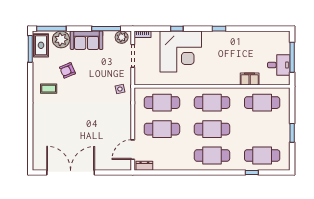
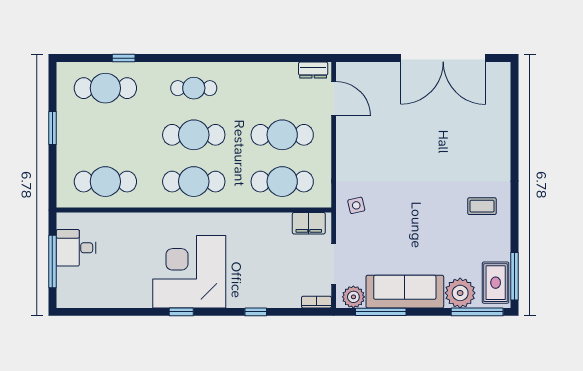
sofa: (87, 40) -> (405, 292), width x1.36
corner desk: (181, 51) -> (189, 272), moved
armchair: (67, 70) -> (449, 238), removed
filing cabinet: (250, 79) -> (309, 223), moved
door: (133, 150) -> (334, 99), hinge flipped
cafe table: (212, 156) -> (194, 88), width x0.73, depth x0.74

